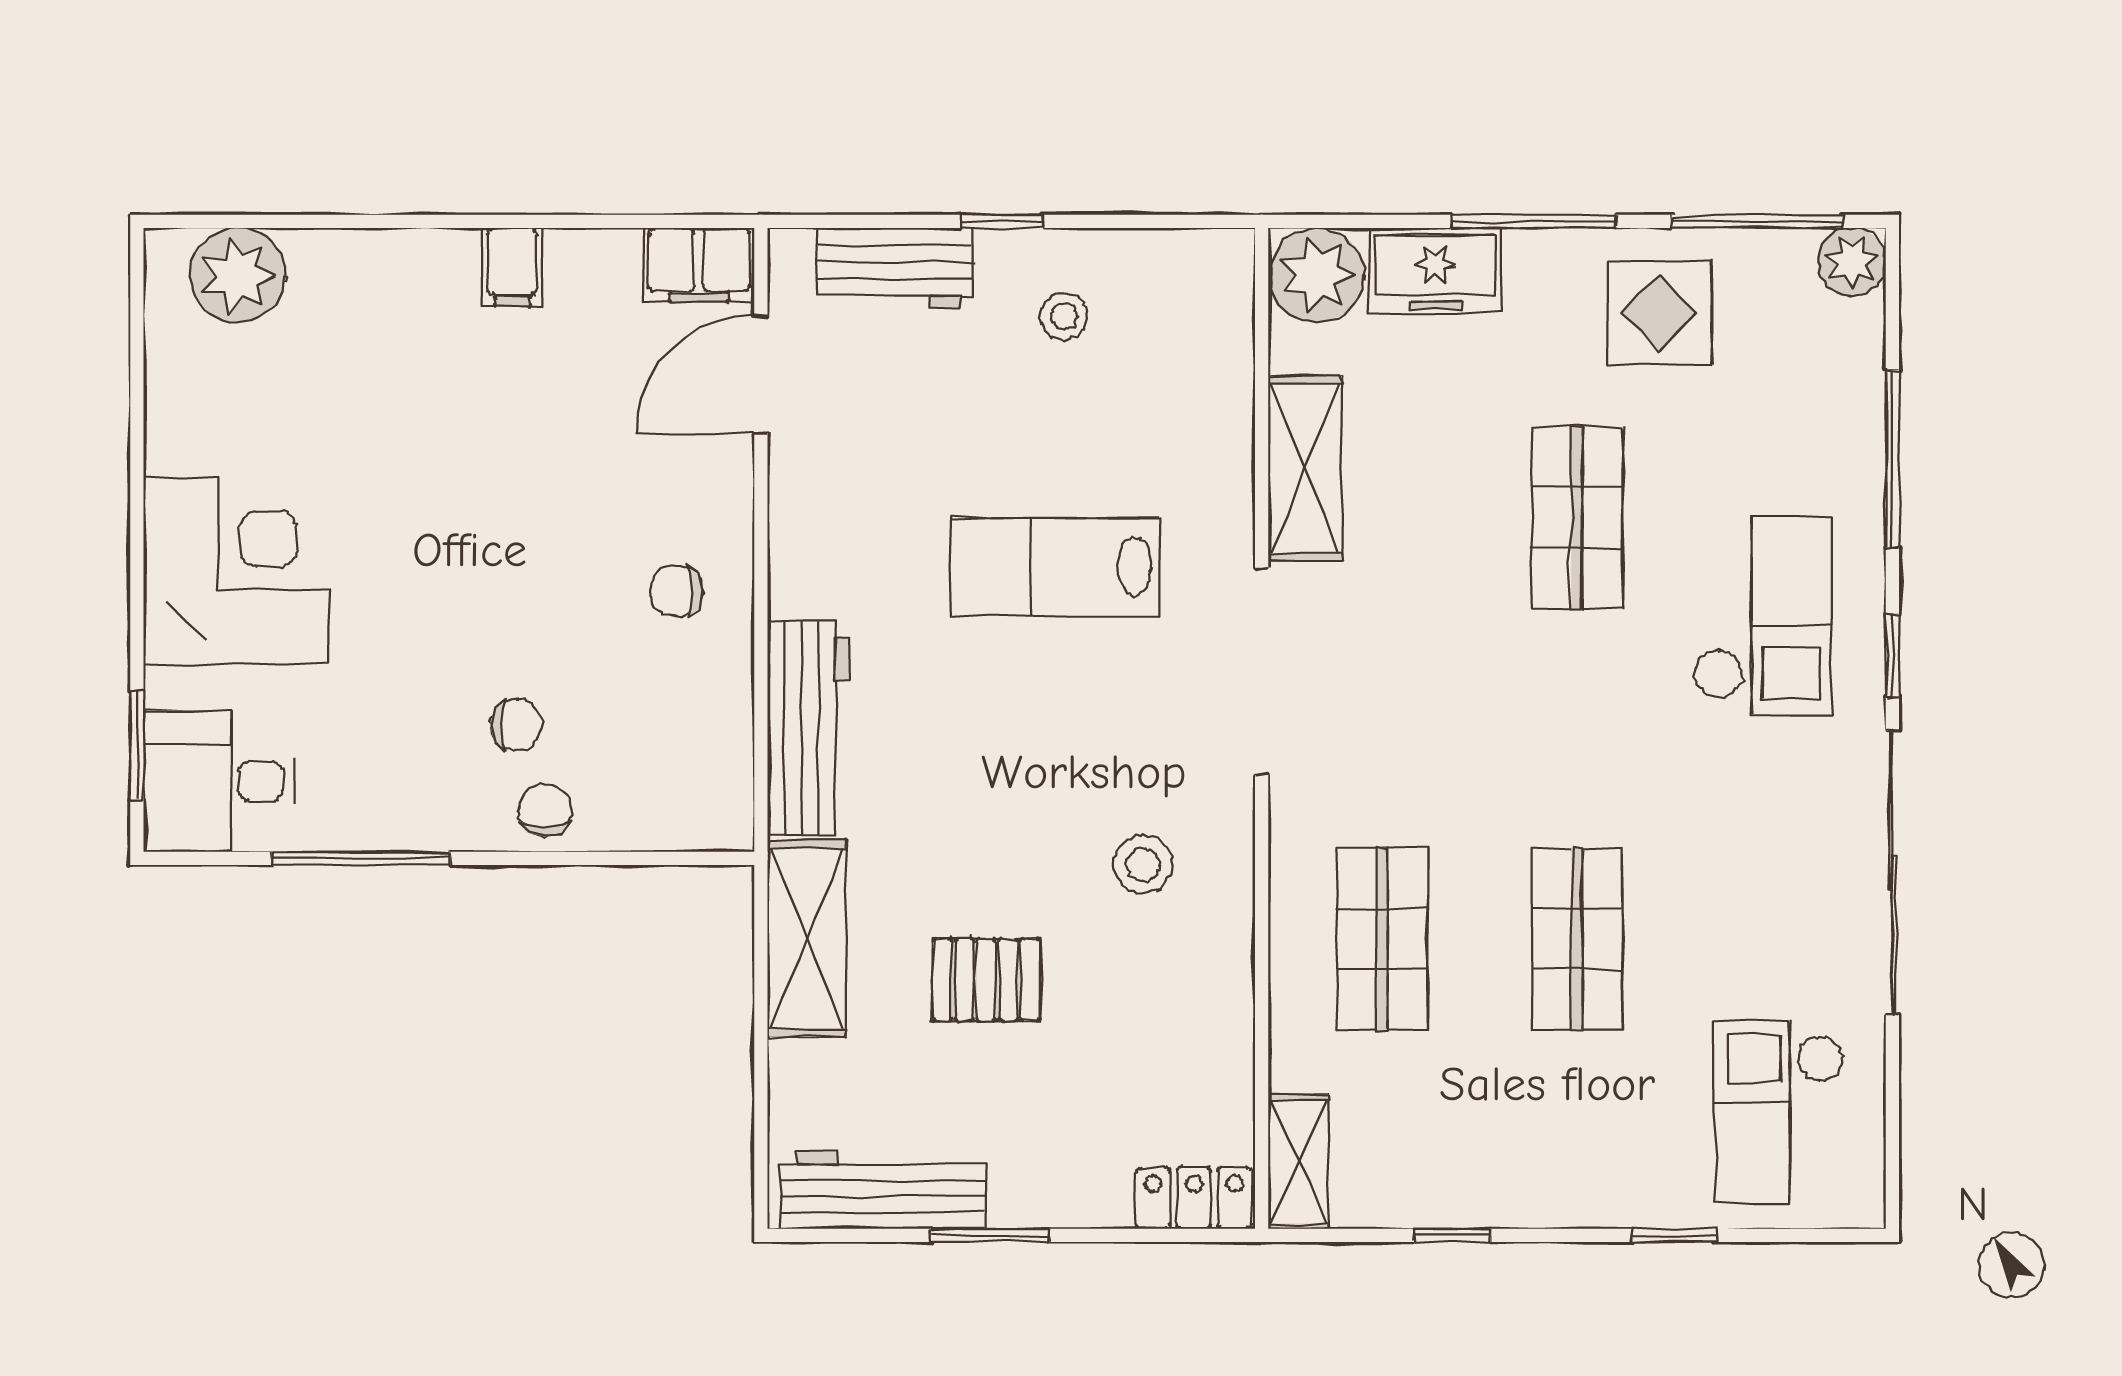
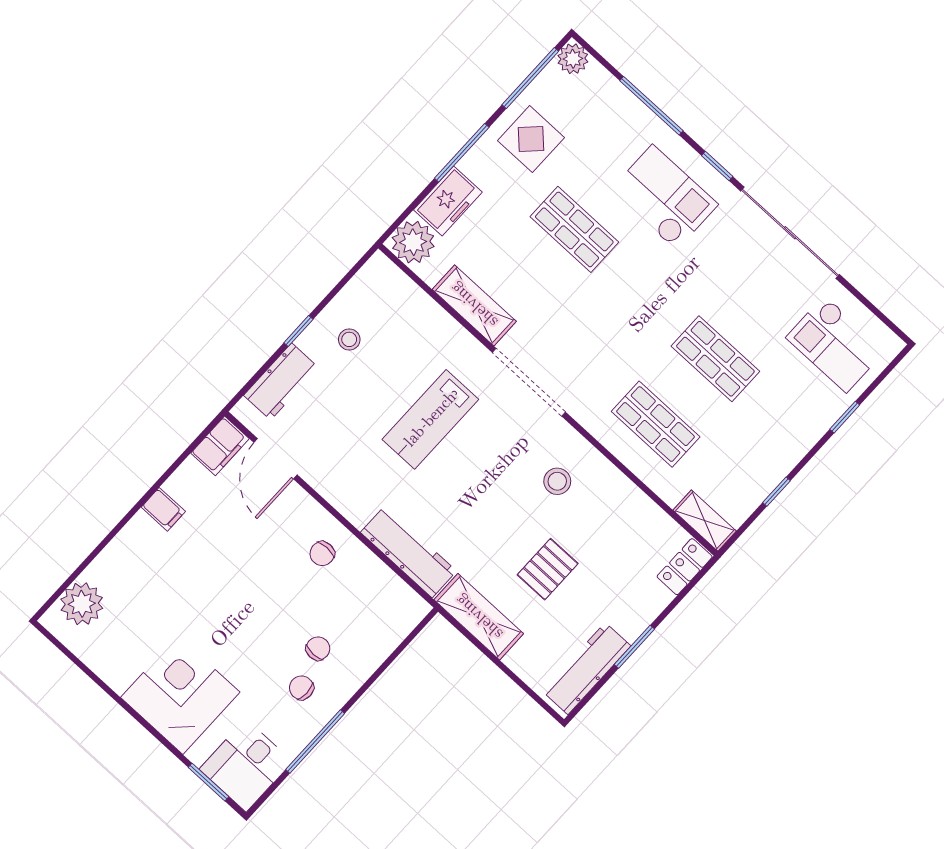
chair: (545, 810) -> (301, 688), moved

